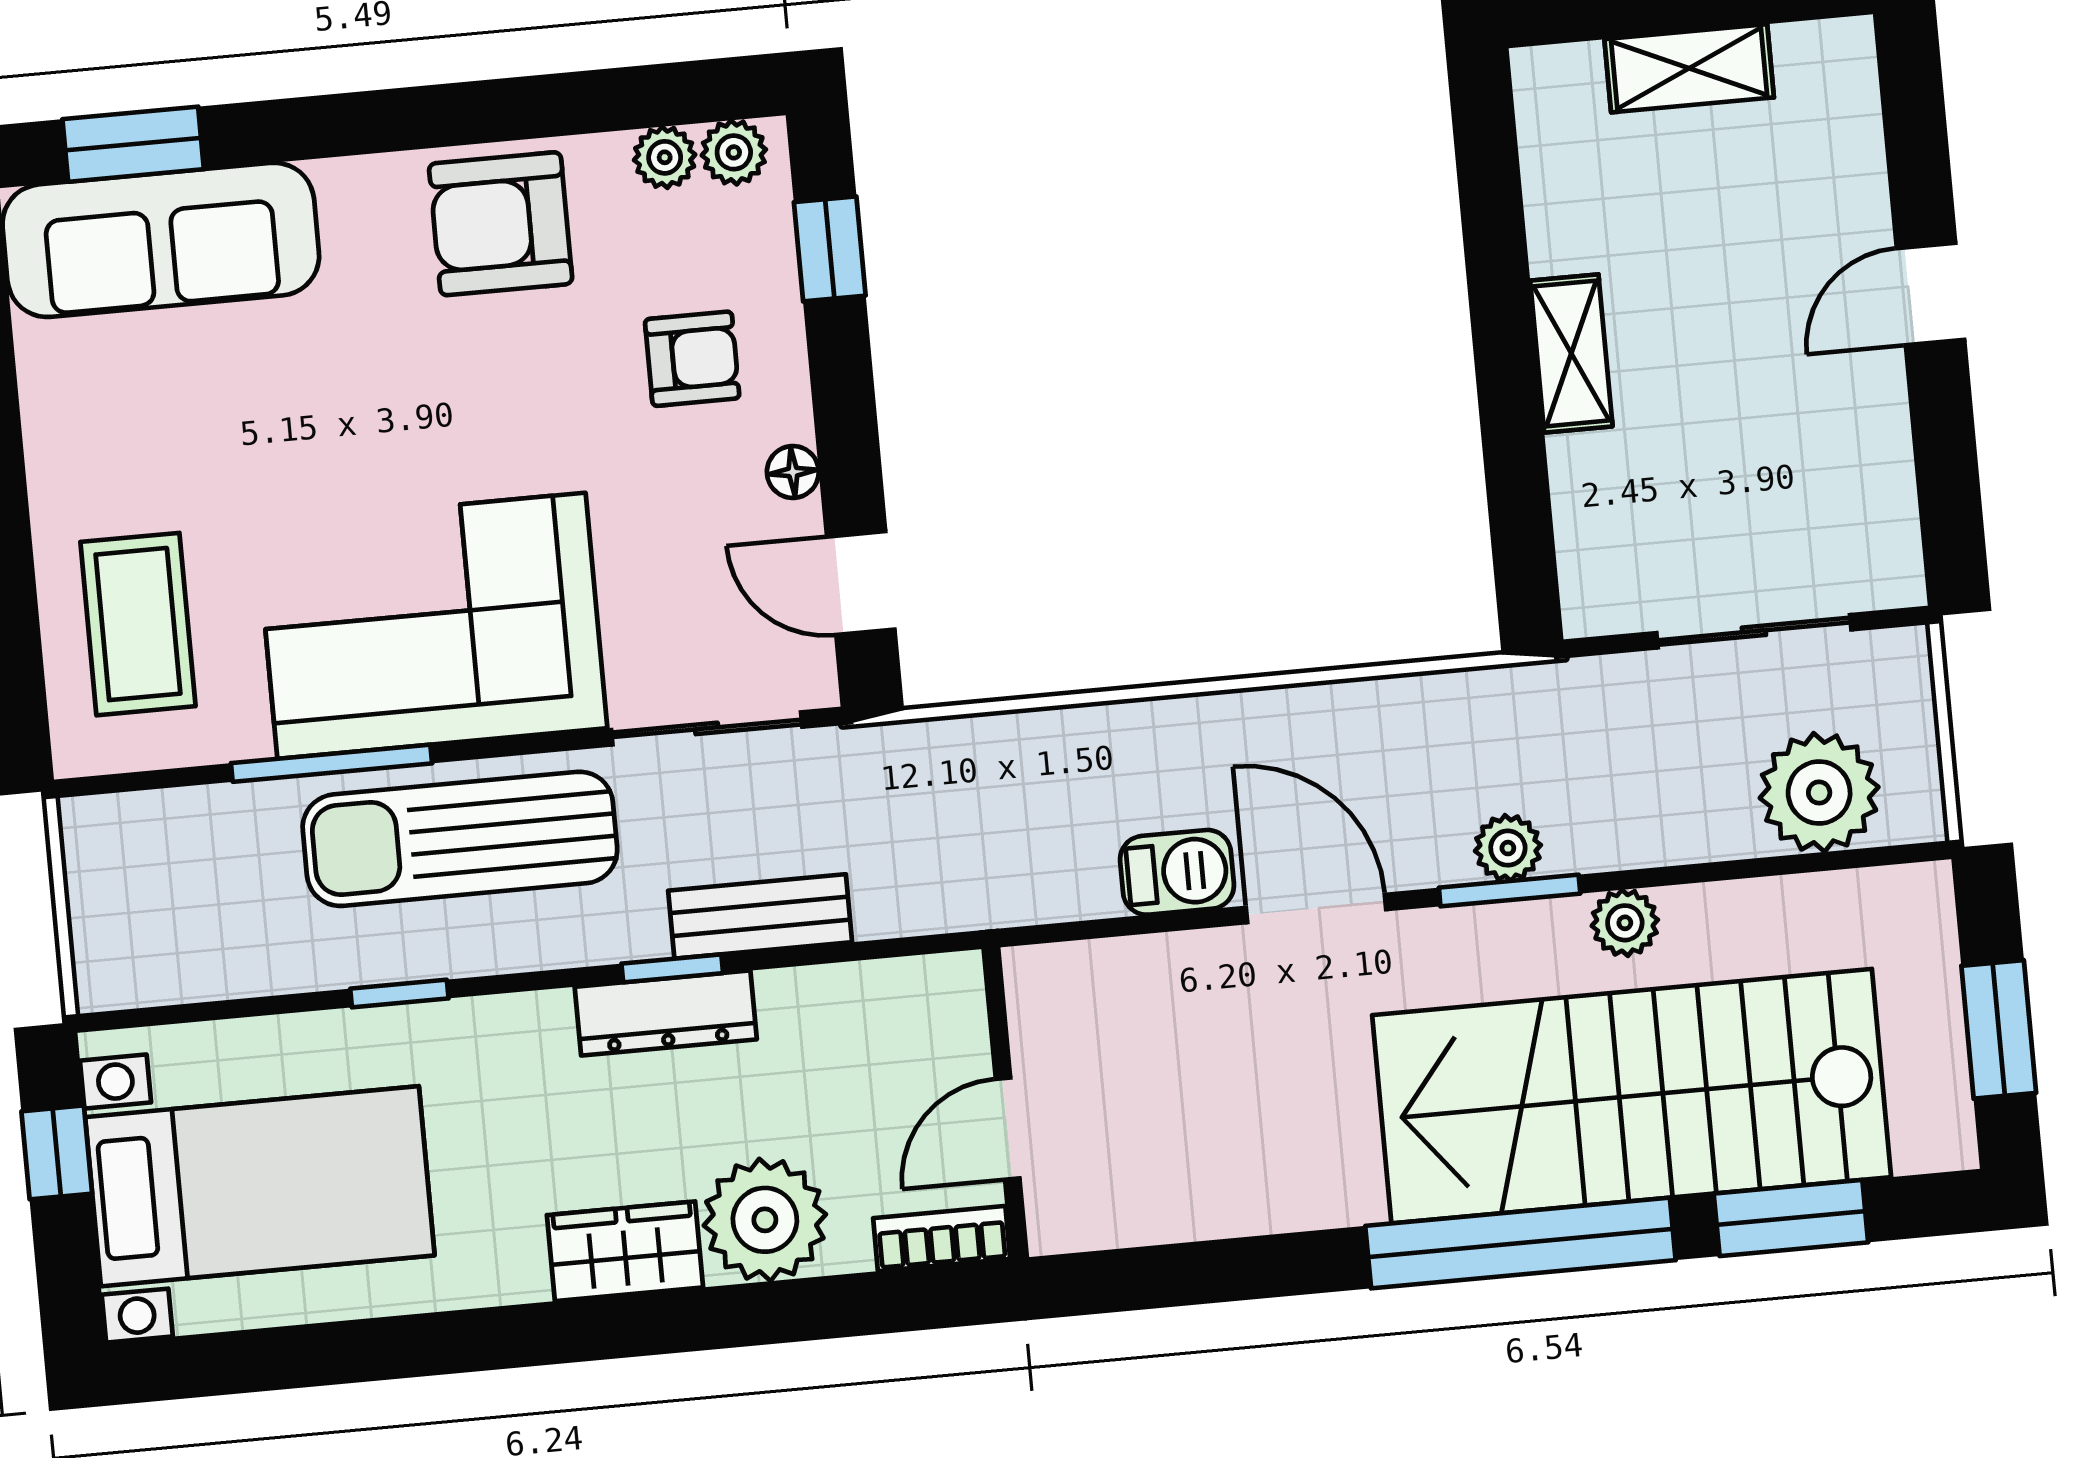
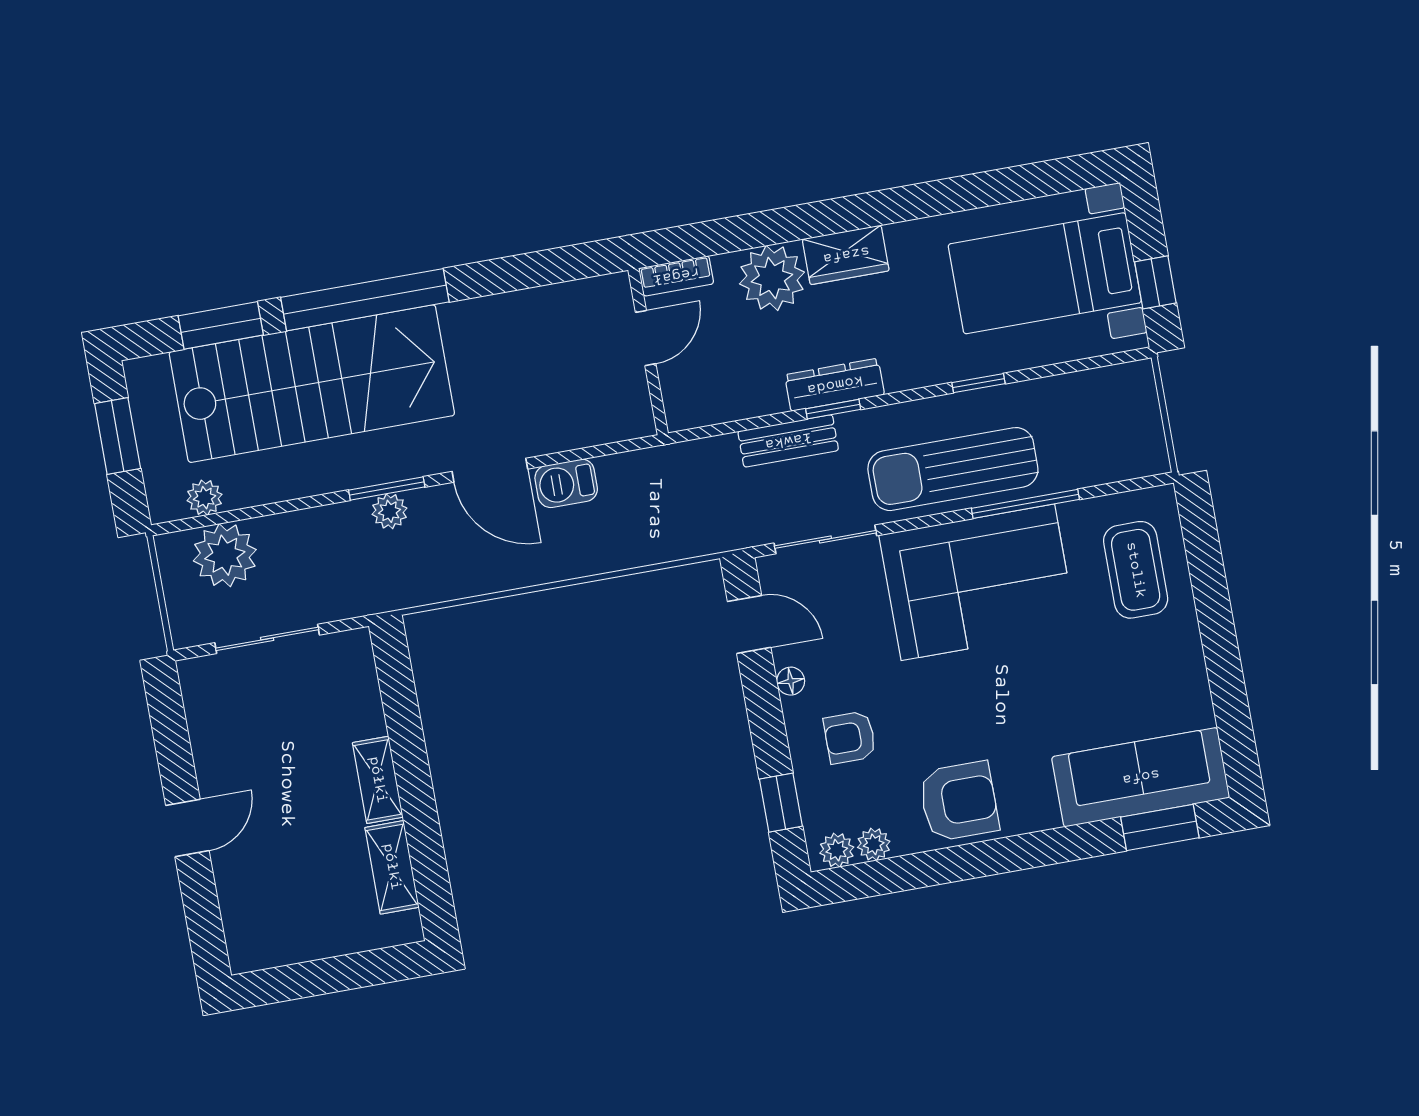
shelving: (1689, 68) -> (392, 867), moved, turned 90
sun lounger: (460, 839) -> (953, 469), turned 180
plant: (1625, 923) -> (205, 498), moved

